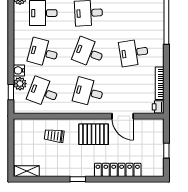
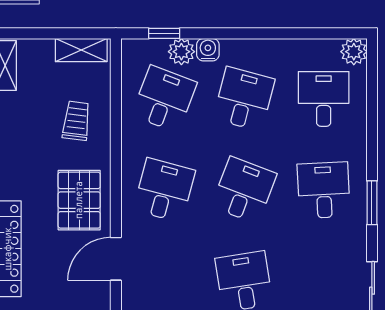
shelving: (19, 133) -> (81, 50), added

